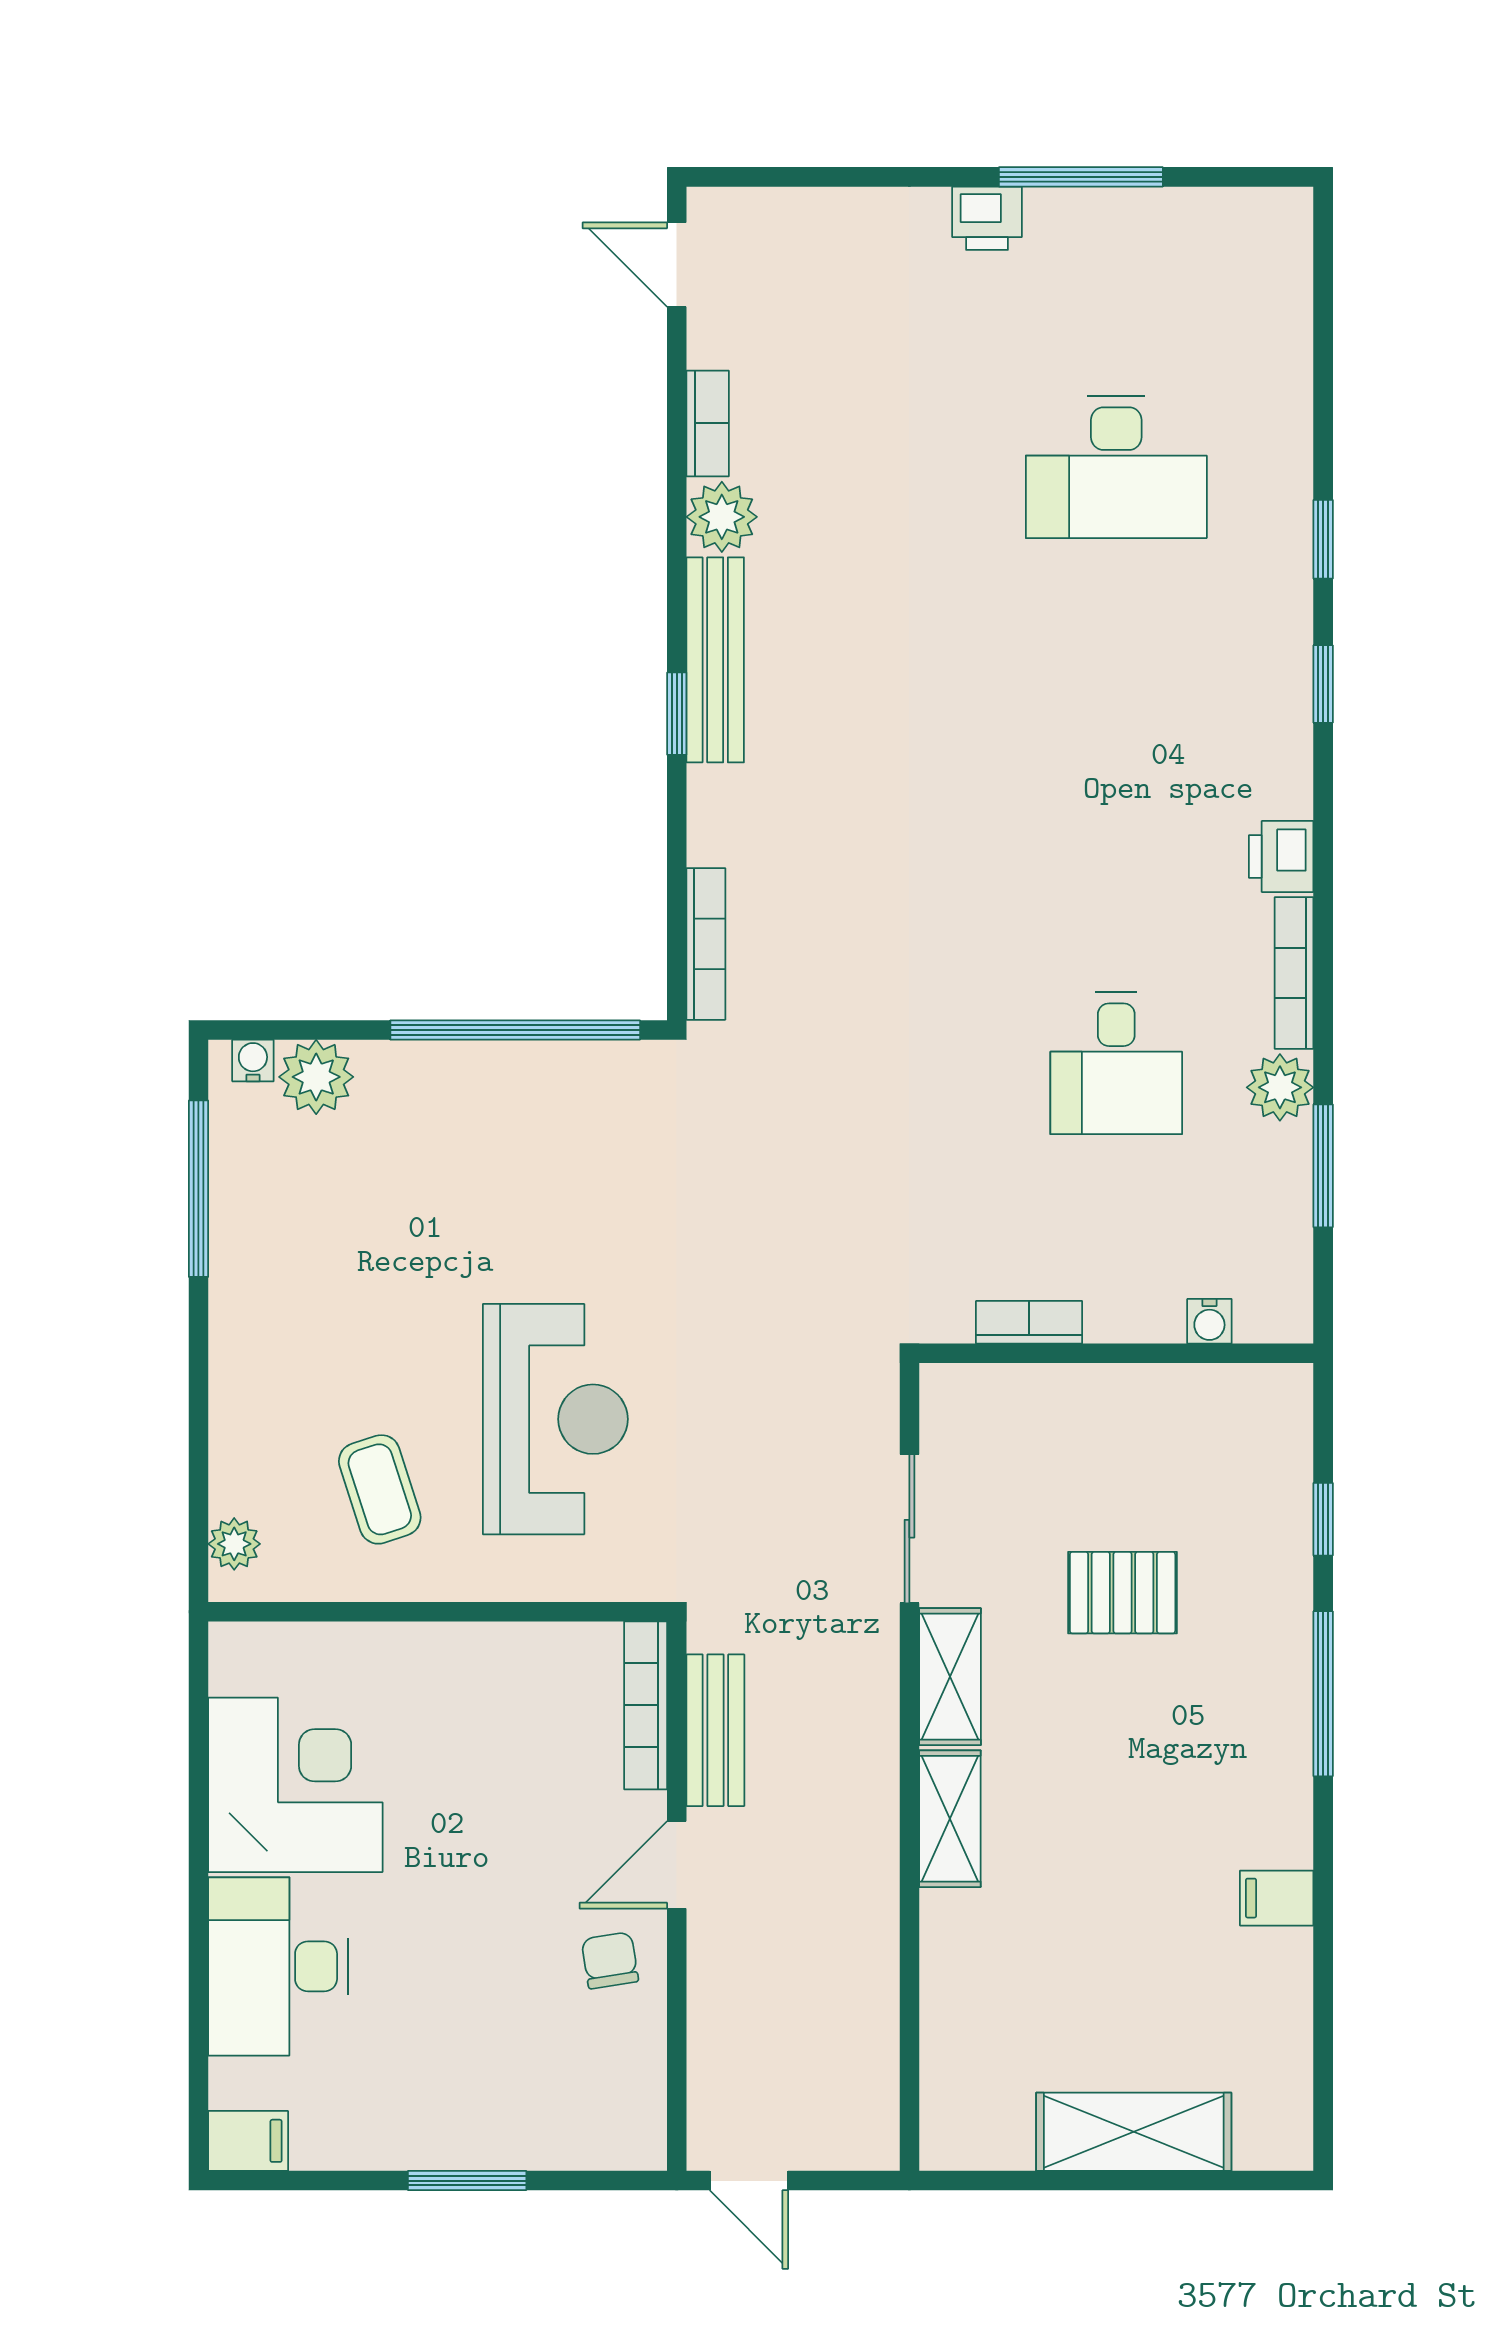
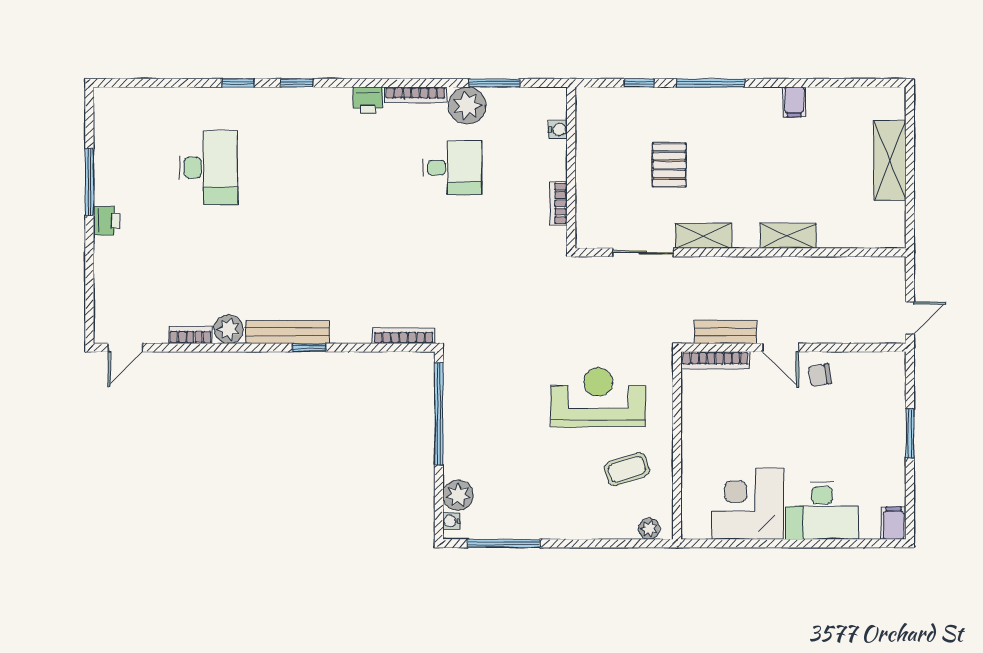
plant: (1280, 1087) -> (467, 106), width x1.36, depth x1.36
shelving: (950, 1819) -> (788, 236), moved

